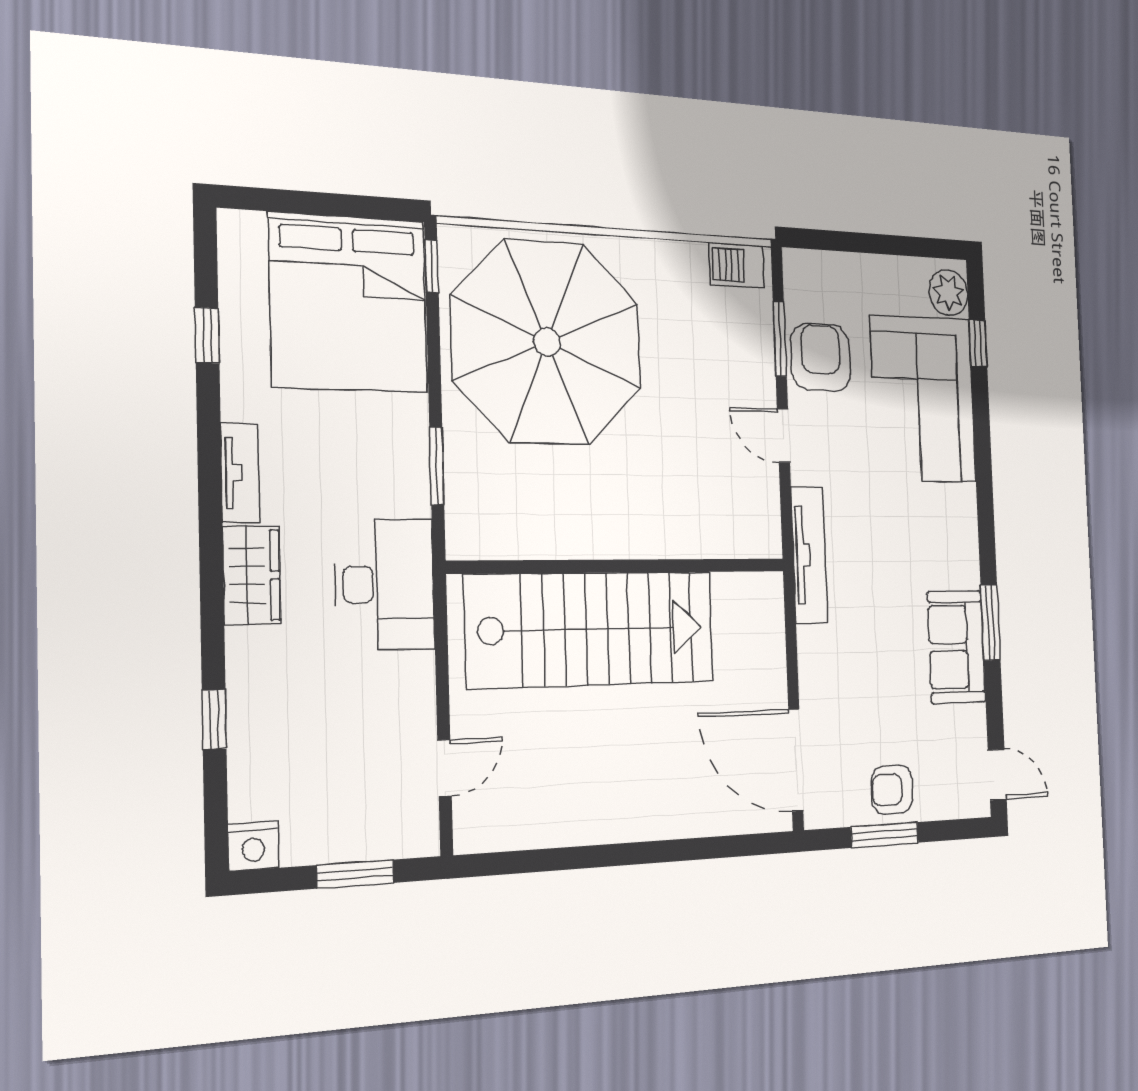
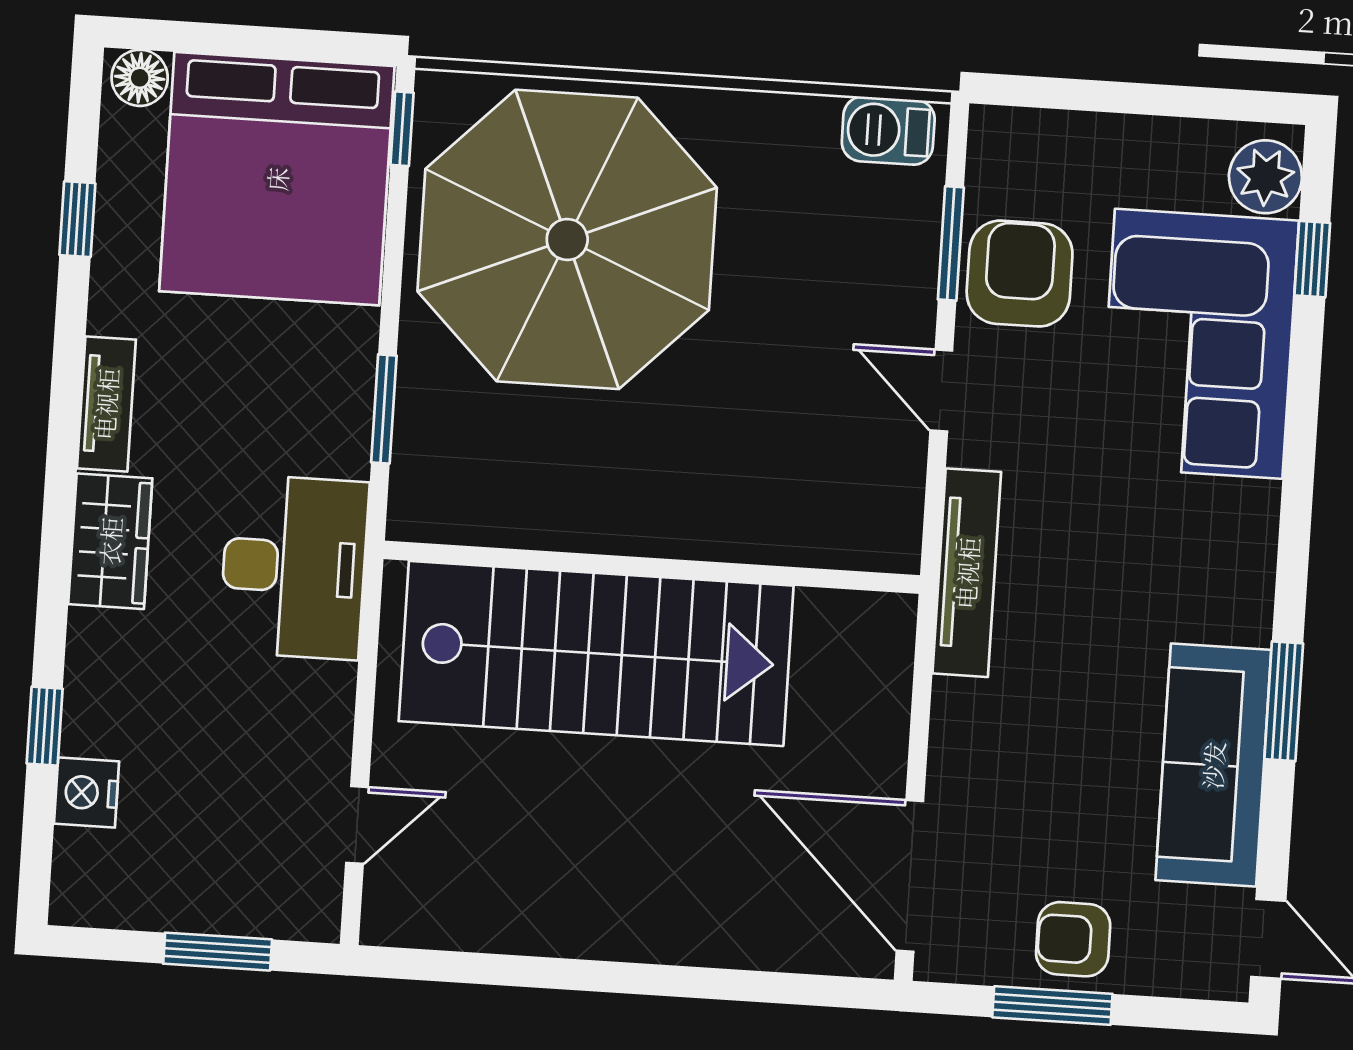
floor lamp: (244, 230) -> (140, 78), added
sofa: (956, 647) -> (1213, 765), width x1.36
nightstand: (253, 846) -> (87, 793), moved, turned 90

